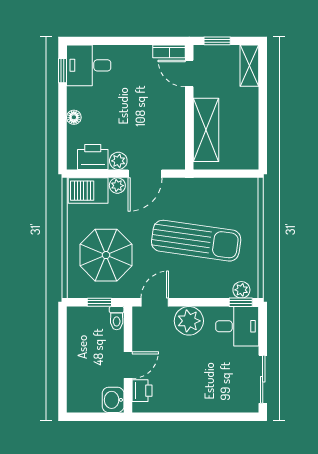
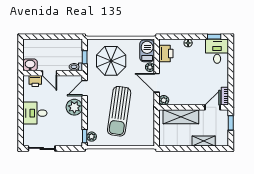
shelving: (249, 66) -> (204, 141), moved
plant: (118, 161) -> (164, 100), moved
door: (155, 302) -> (85, 88), swing flipped
desk: (237, 326) -> (35, 113), moved, turned 90

